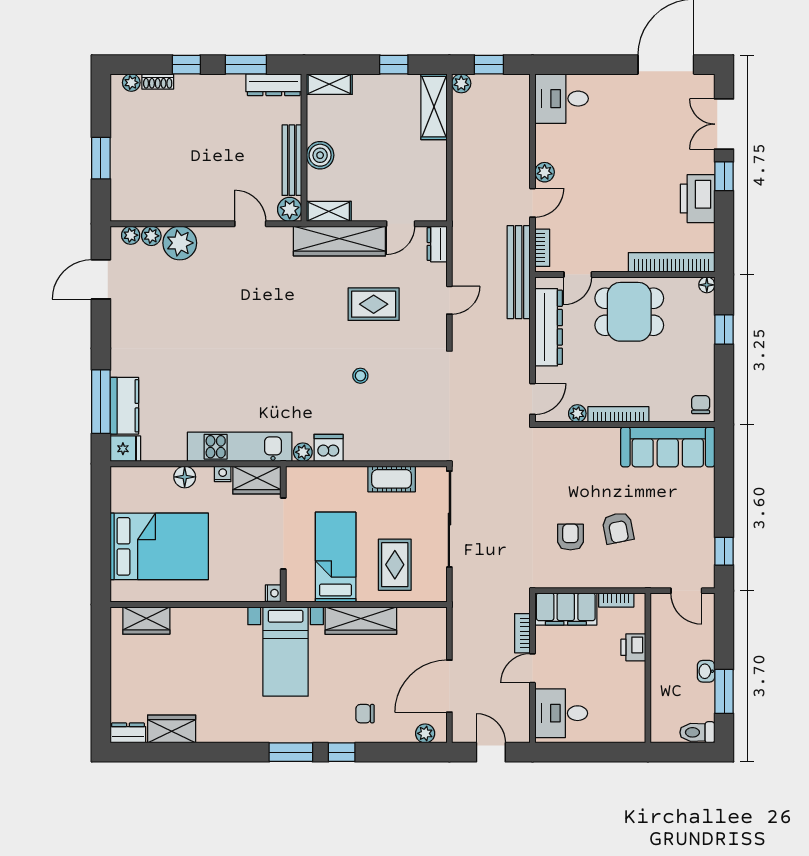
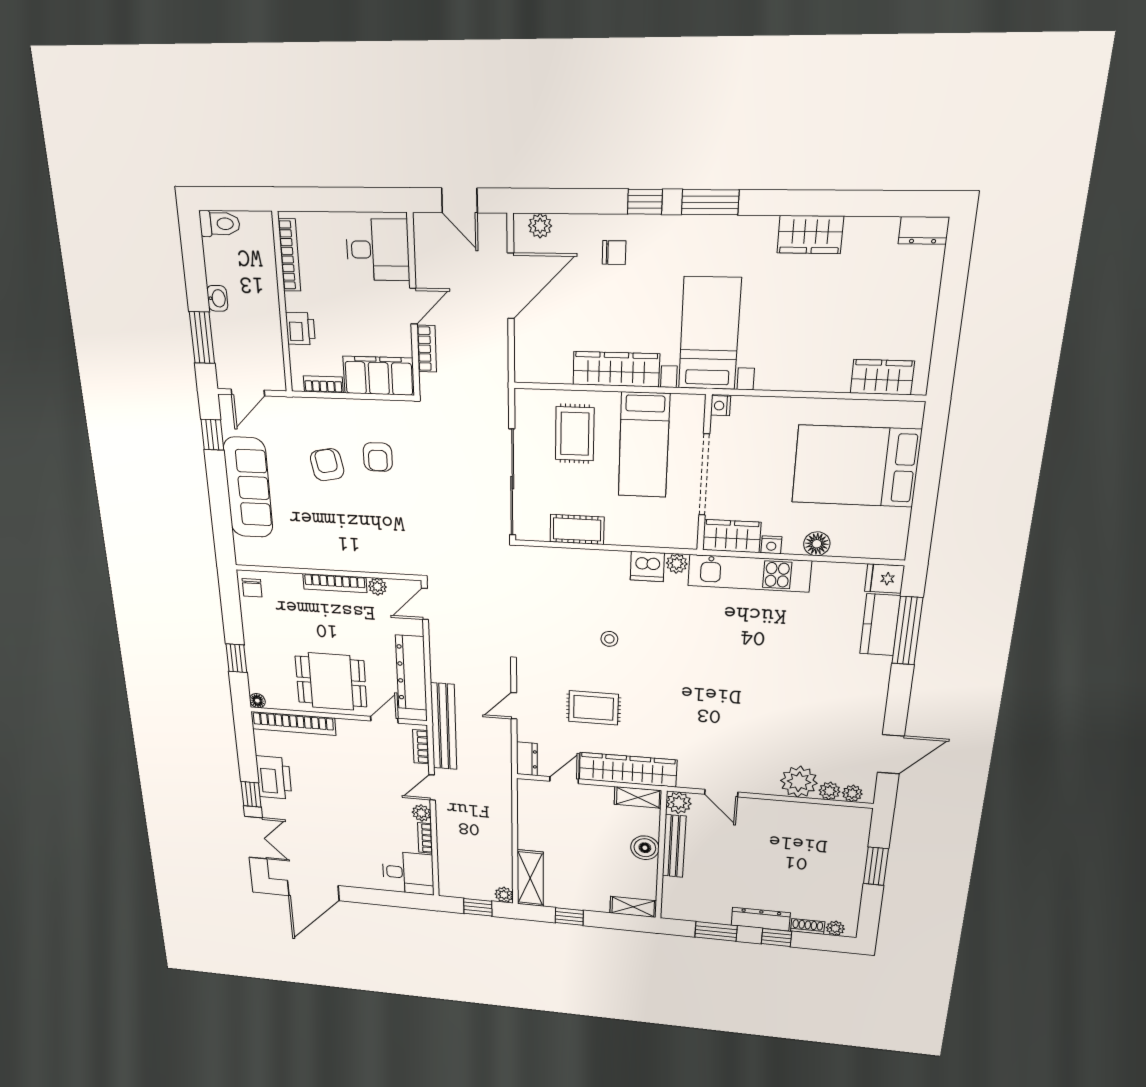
dresser: (274, 85) -> (761, 919), moved
bookcase: (542, 143) -> (425, 838), added
sofa: (668, 447) -> (248, 488), moved, turned 90
door: (686, 591) -> (248, 392), swing flipped
window: (724, 691) -> (202, 338), moved
bookcase: (638, 708) -> (289, 255), added
wardrobe: (172, 729) -> (810, 235), moved

